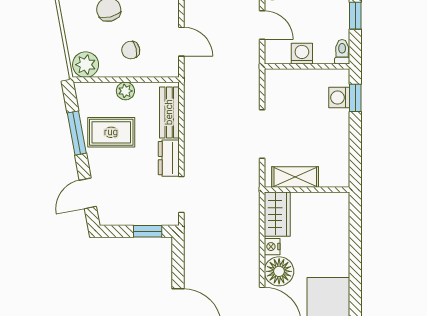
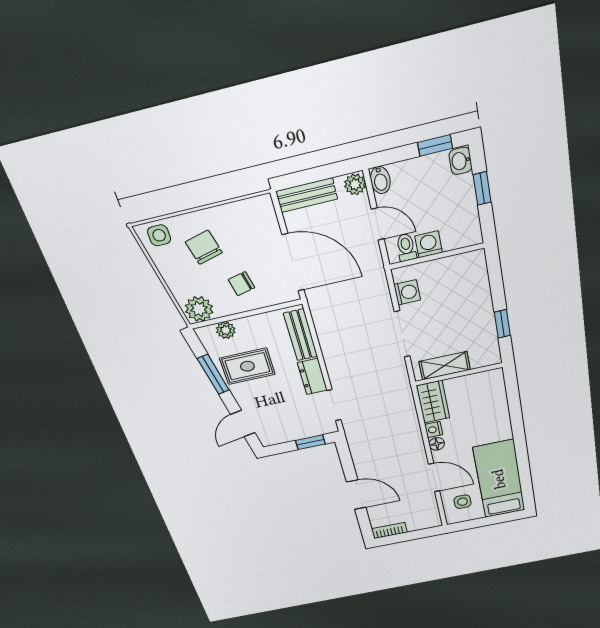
door: (181, 42) -> (293, 263), width x1.87
toilet: (342, 52) -> (406, 247), moved
plant: (125, 91) -> (226, 330), moved
washing machine: (339, 98) -> (407, 292), moved, turned 180
window: (355, 98) -> (502, 324), moved
floor lamp: (279, 271) -> (437, 444), width x0.53, depth x0.53

